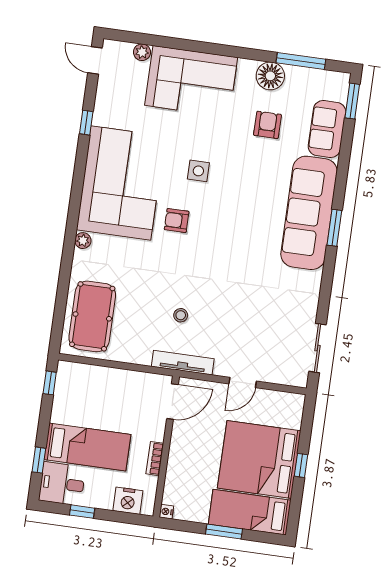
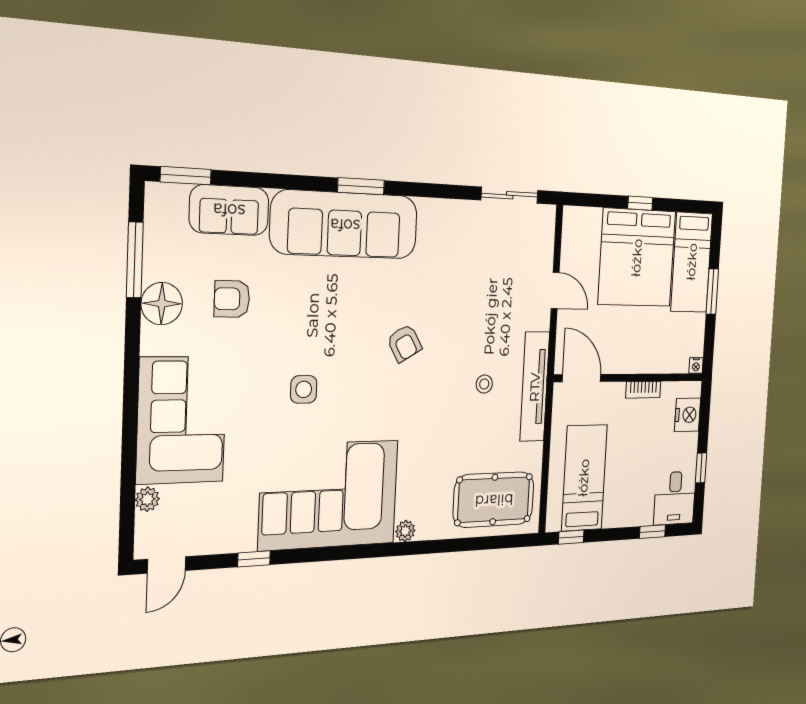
armchair: (177, 220) -> (404, 343), moved, turned -30
tv unit: (183, 363) -> (535, 387), width x1.36, depth x1.29
bed: (87, 447) -> (584, 478), moved

